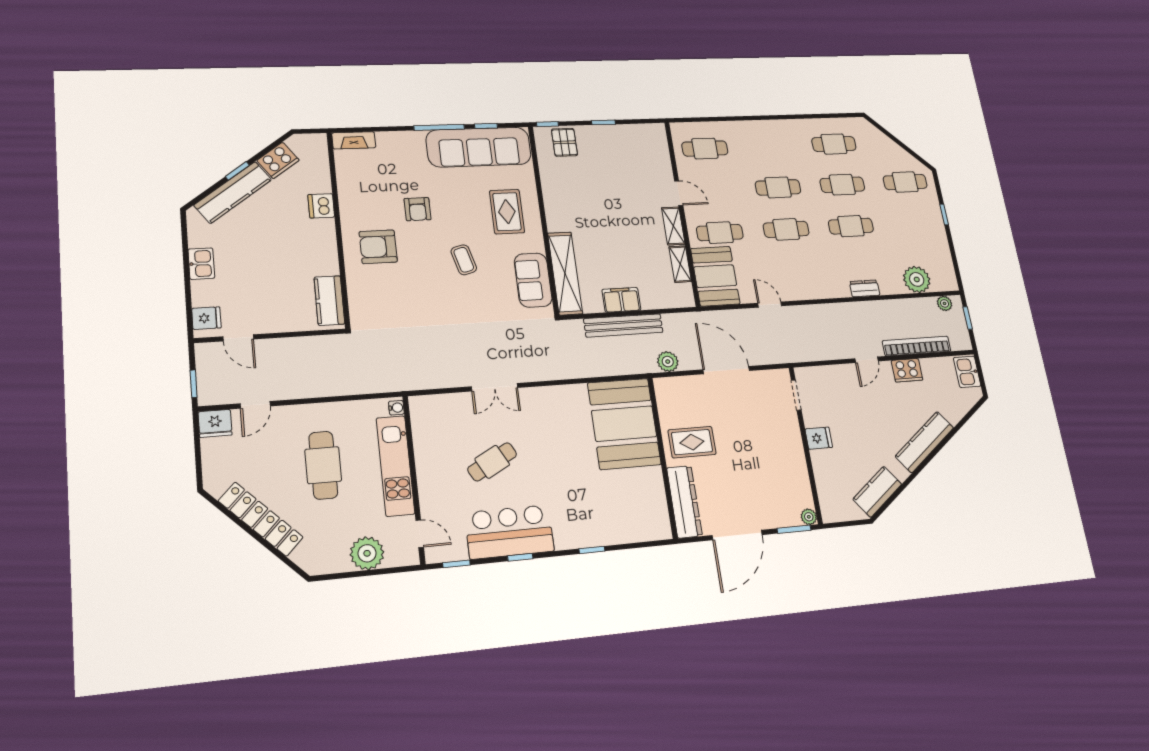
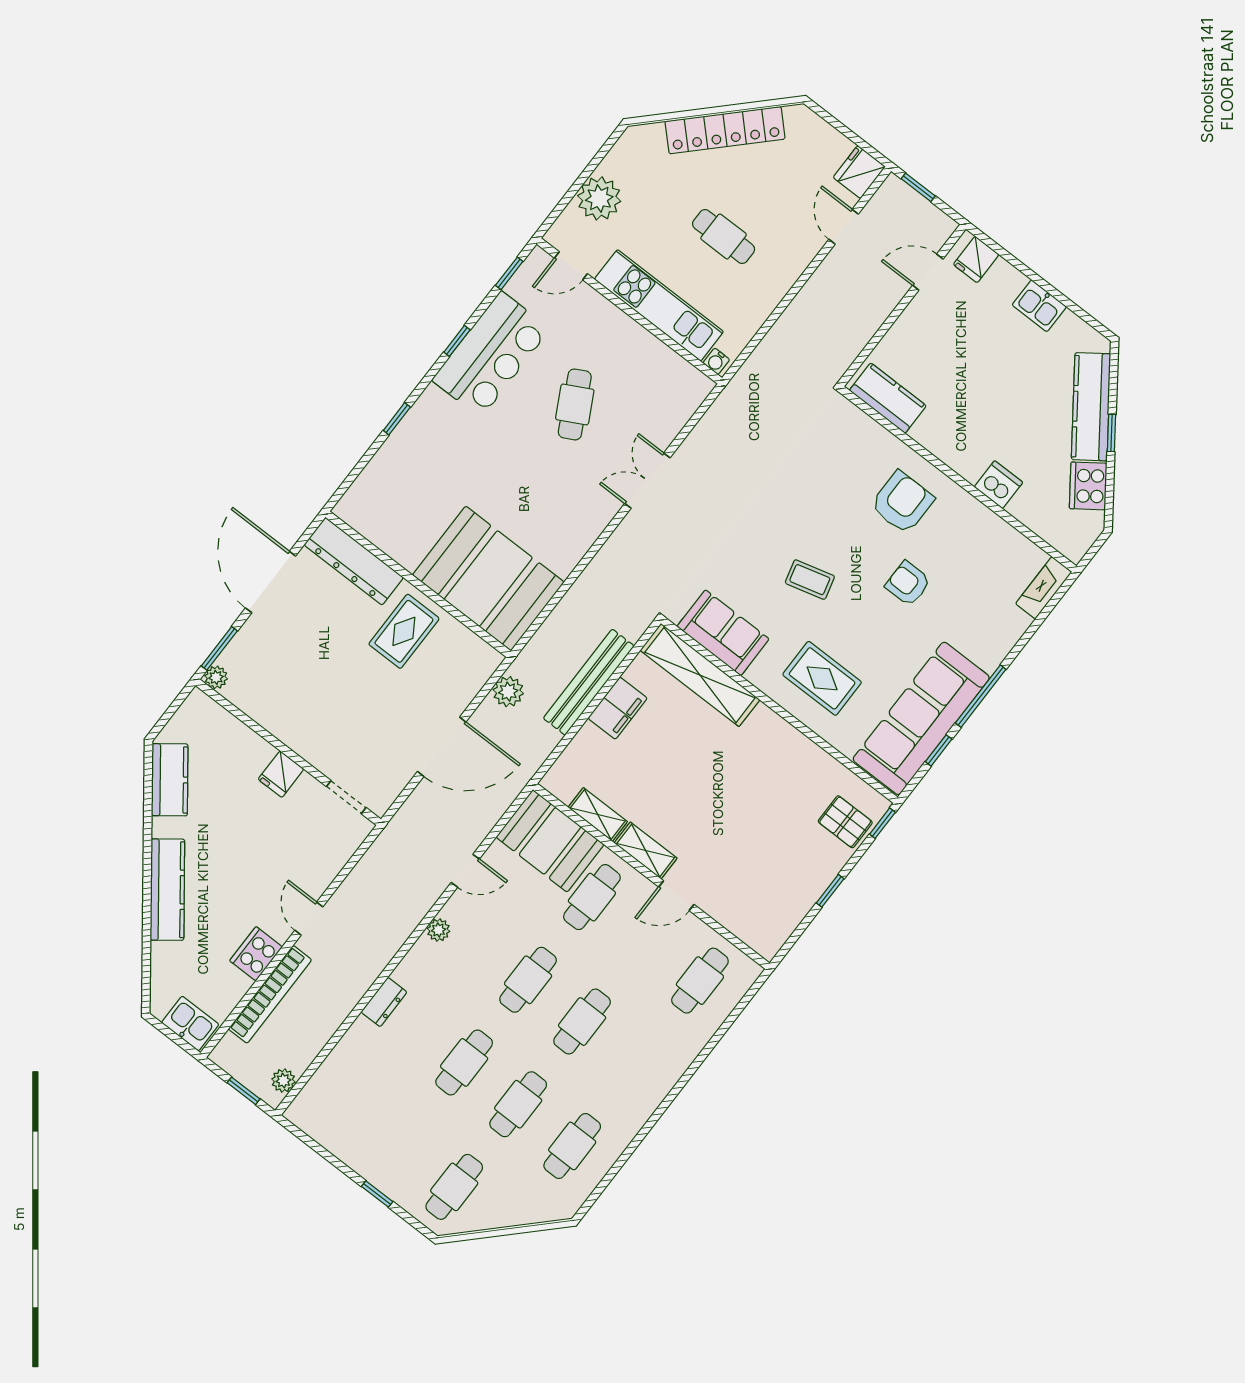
plant: (917, 279) -> (438, 930), moved, width x0.53, depth x0.53
cafe table: (323, 465) -> (724, 236), width x0.73, depth x0.74

